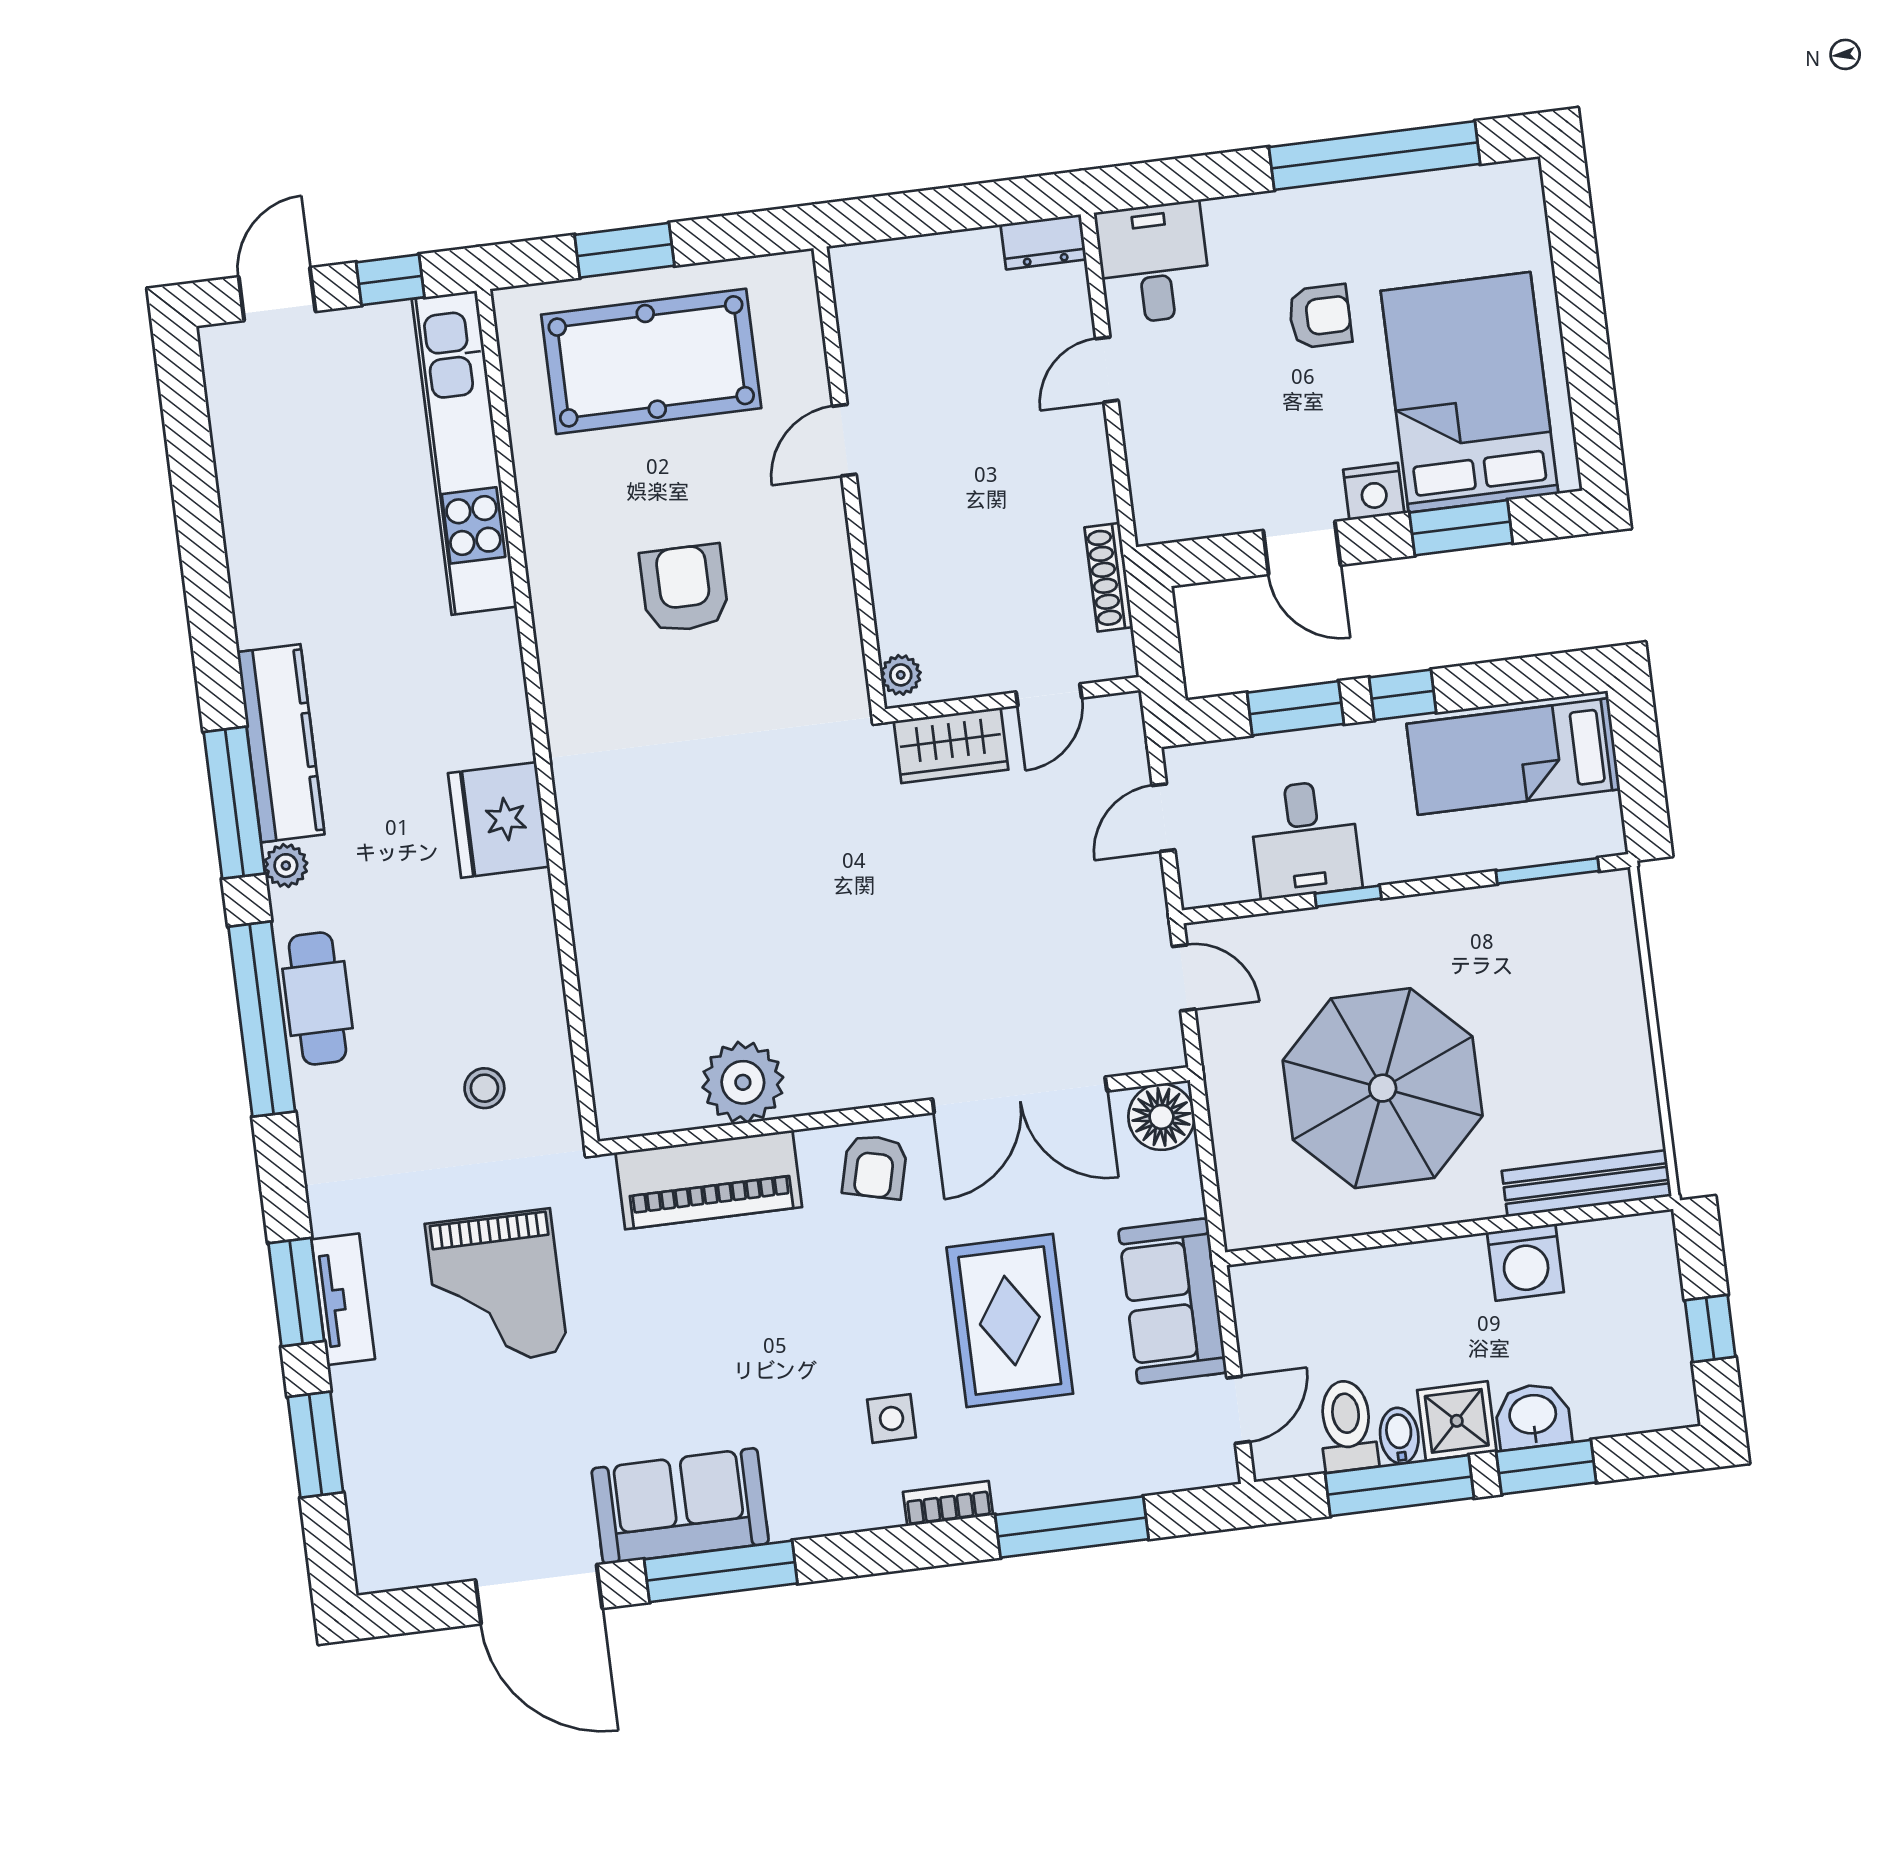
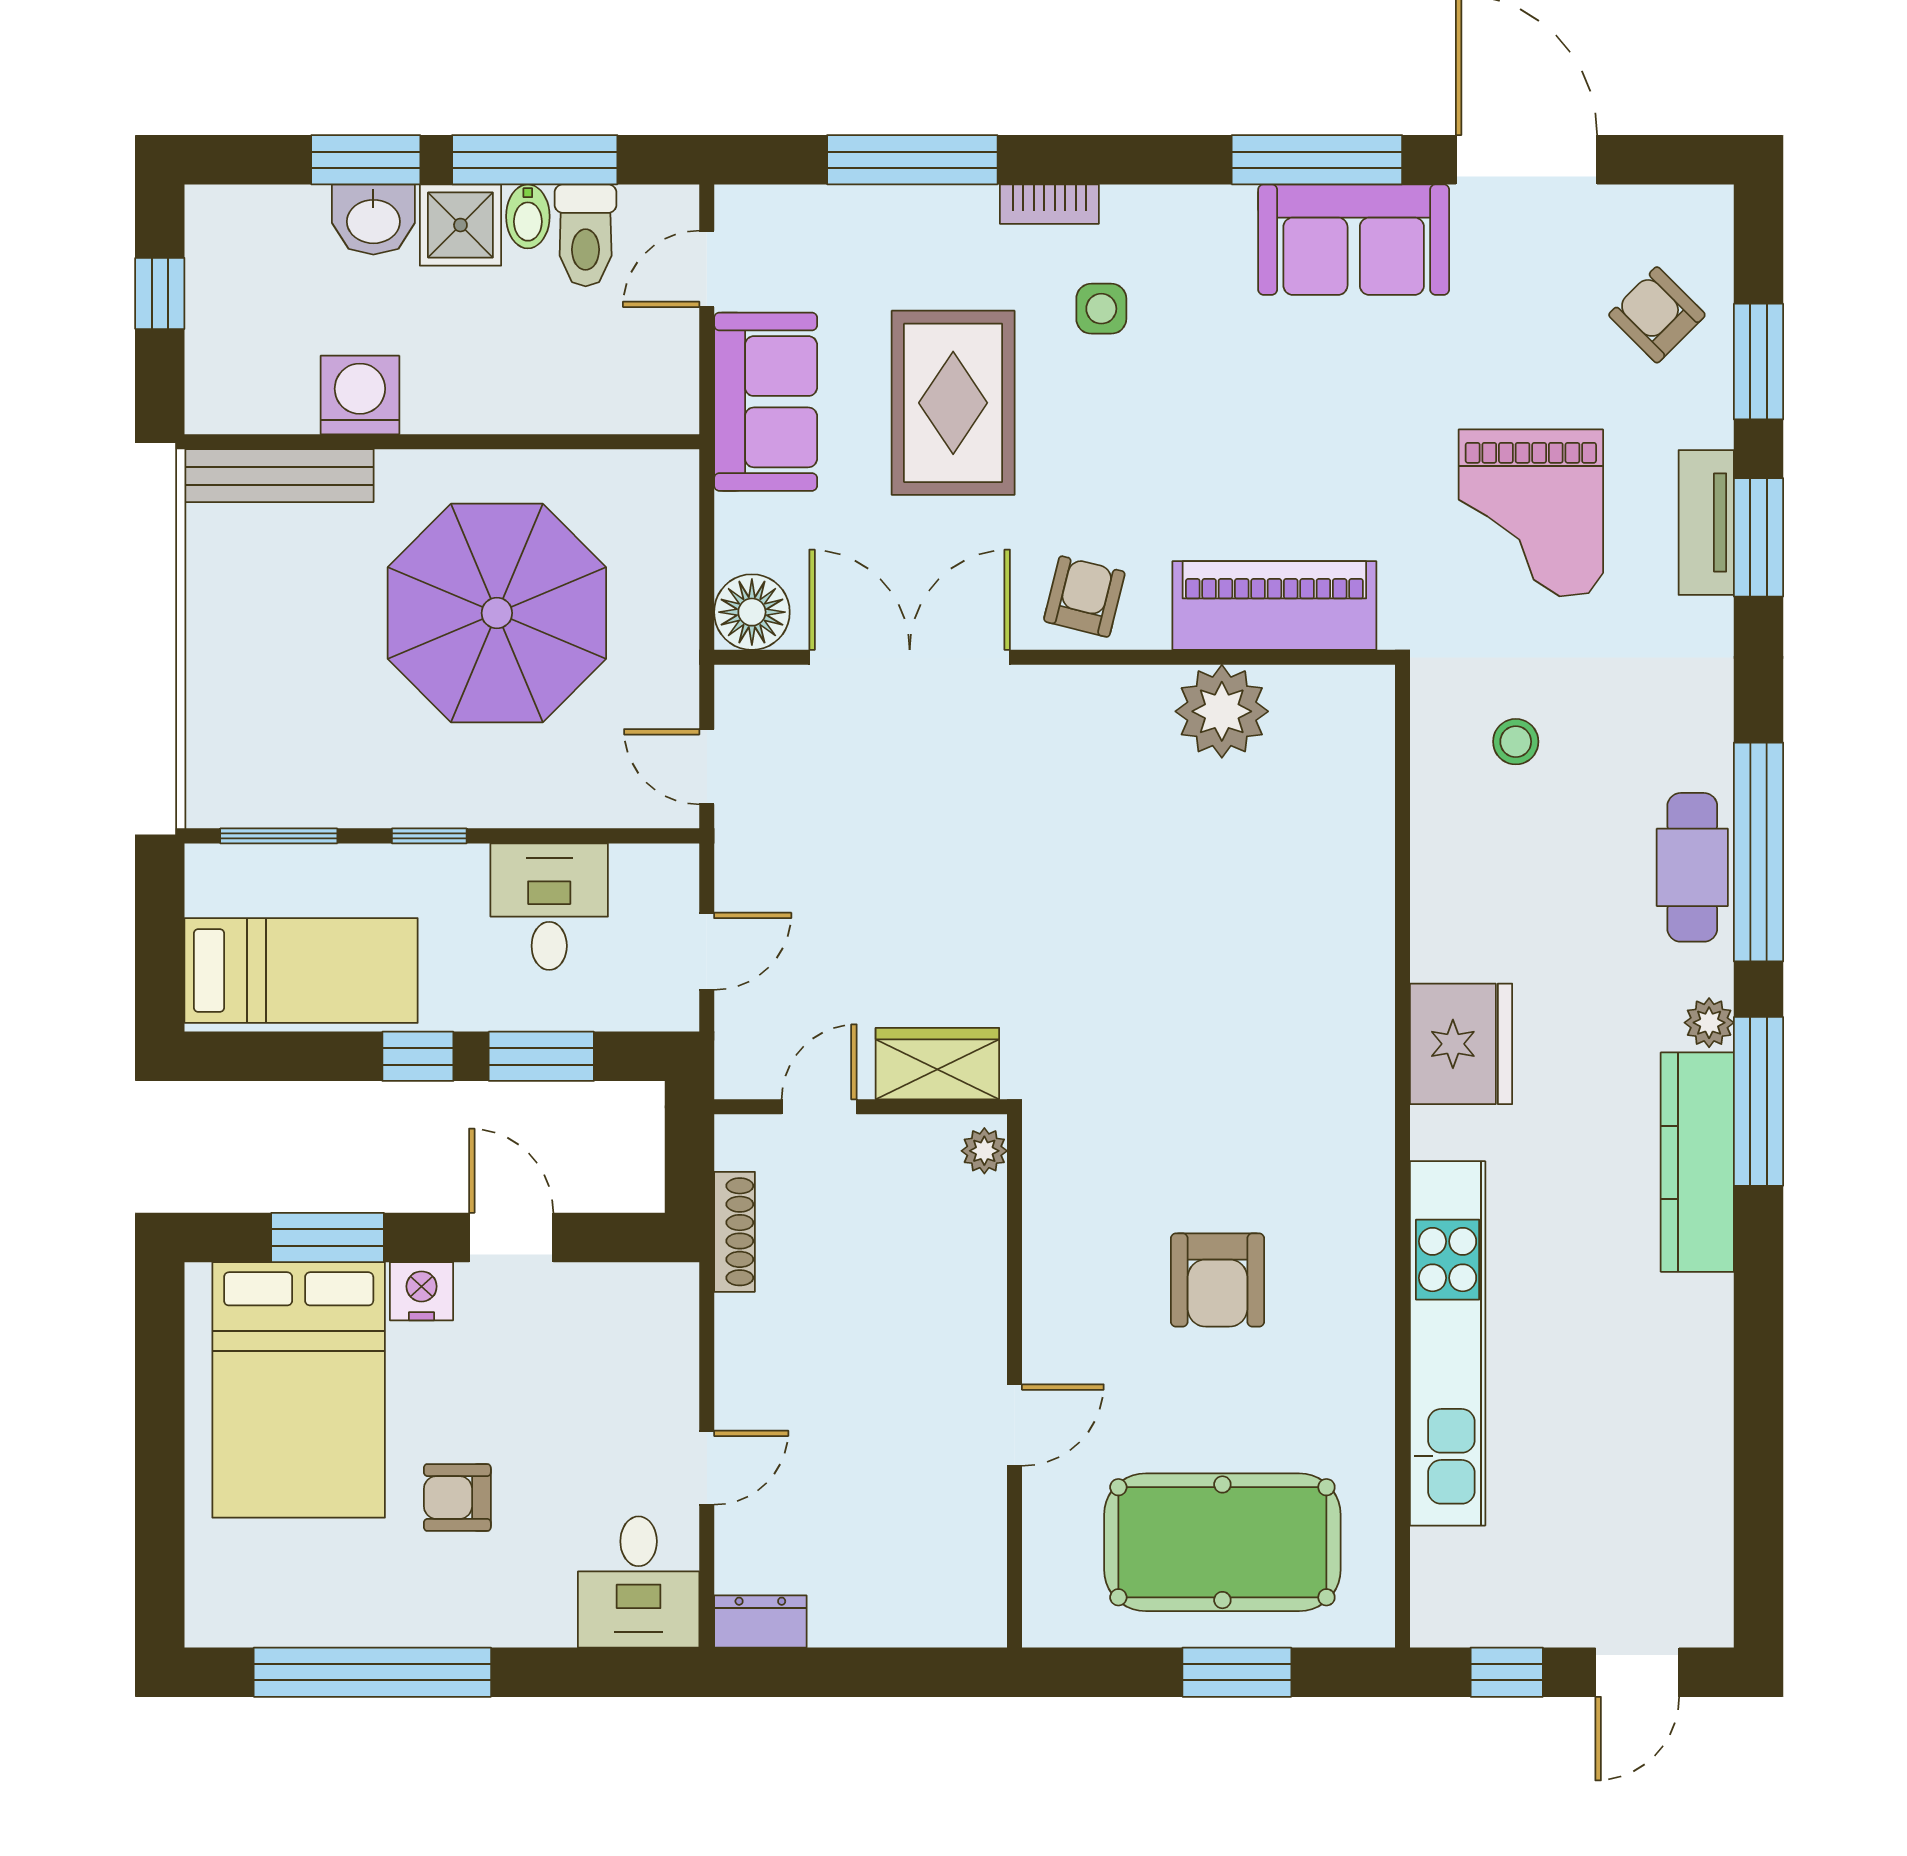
kitchen unit: (464, 453) -> (1448, 1343), moved
window: (1348, 896) -> (429, 836), moved
grand piano: (496, 1288) -> (1531, 513), turned 180
armchair: (409, 1474) -> (1657, 315), added

